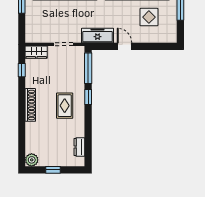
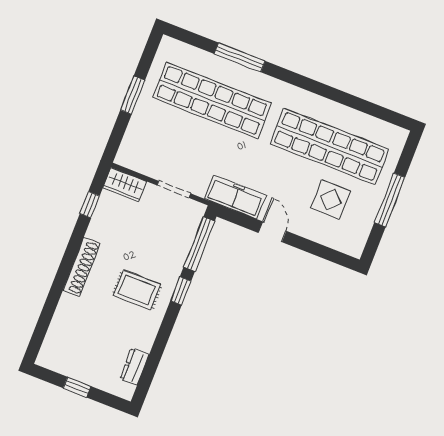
rug: (65, 106) -> (137, 290), turned 90
plant: (32, 160) -> (49, 357), removed

